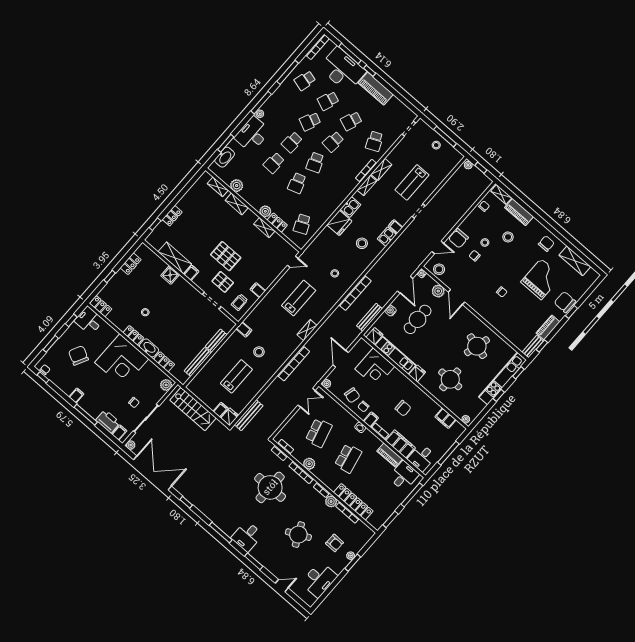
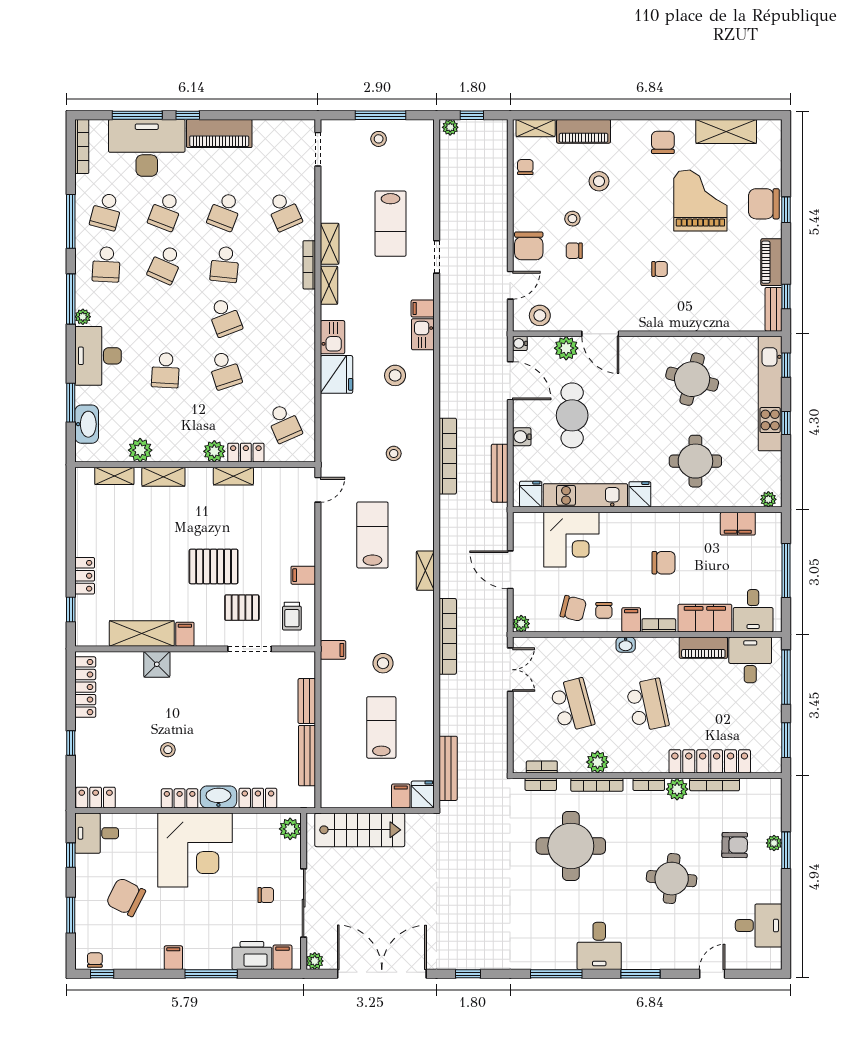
school desk: (292, 142) -> (106, 264), moved
locker: (131, 264) -> (85, 687), width x1.53
round table: (298, 535) -> (672, 879), turned 32
desk: (319, 580) -> (759, 926), width x0.73

